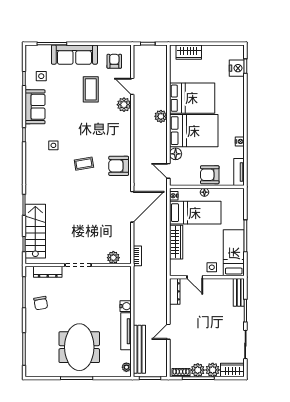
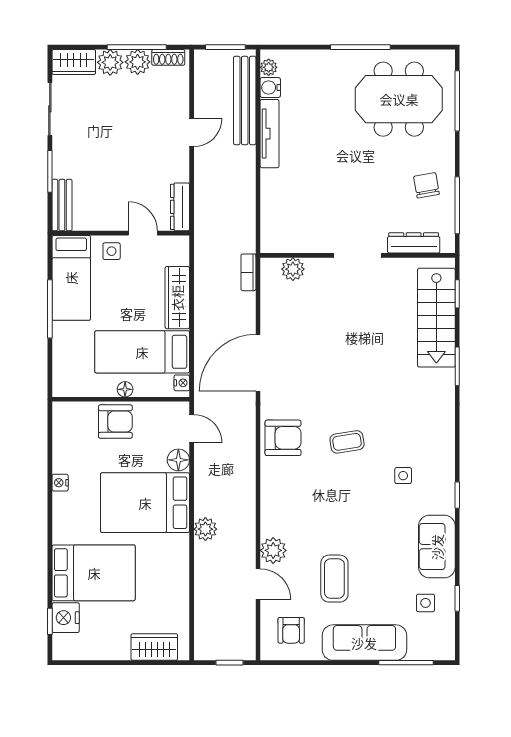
bed: (192, 98) -> (94, 573), moved, turned 180
tv unit: (239, 172) -> (62, 427), removed
water cooler: (126, 306) -> (270, 87), moved
meeting table: (79, 347) -> (399, 99), moved, turned 90

